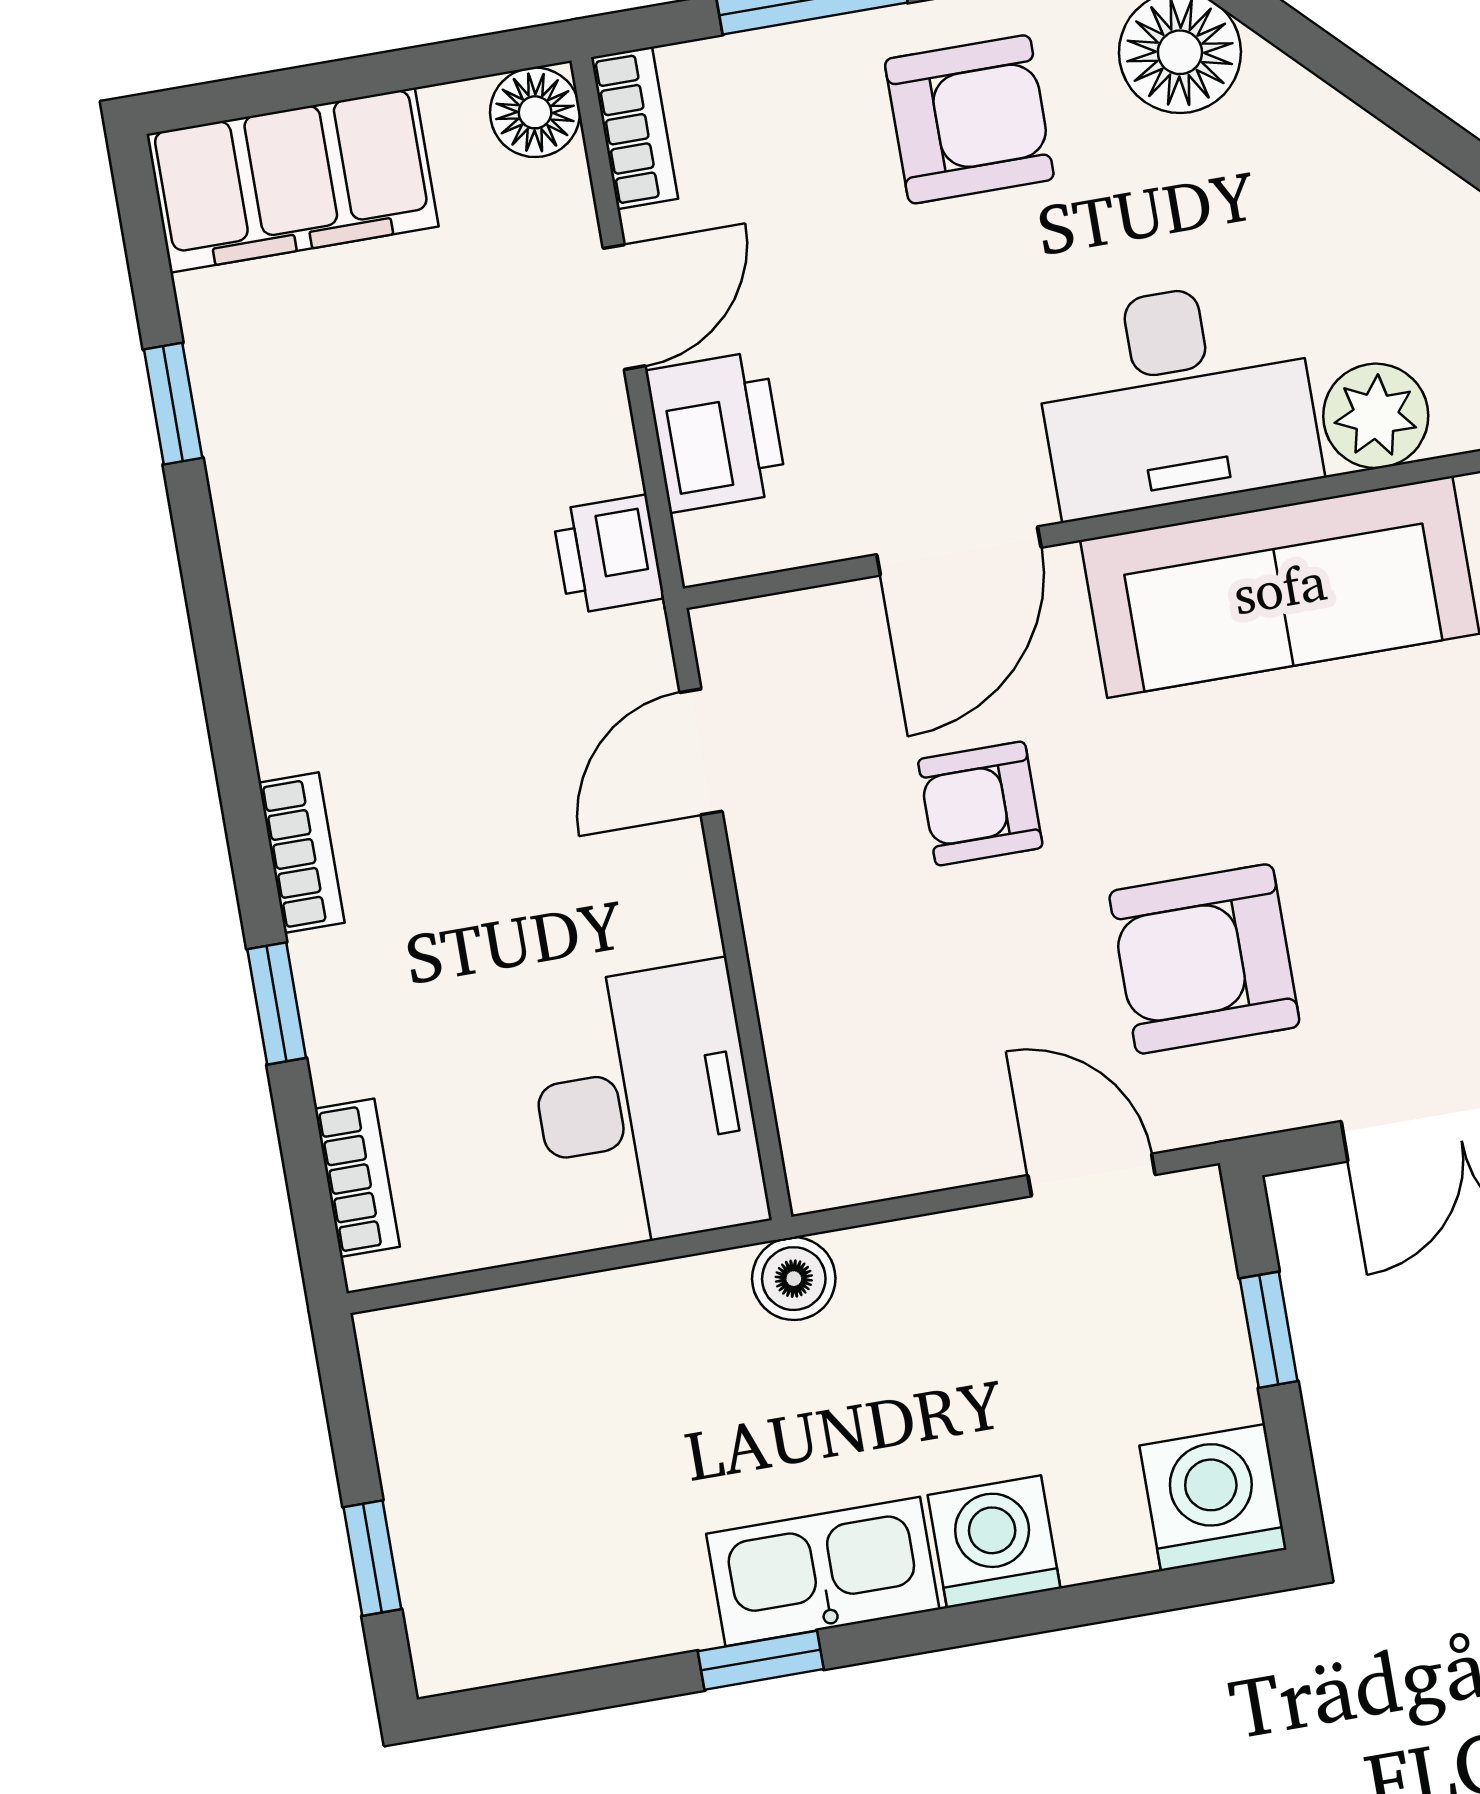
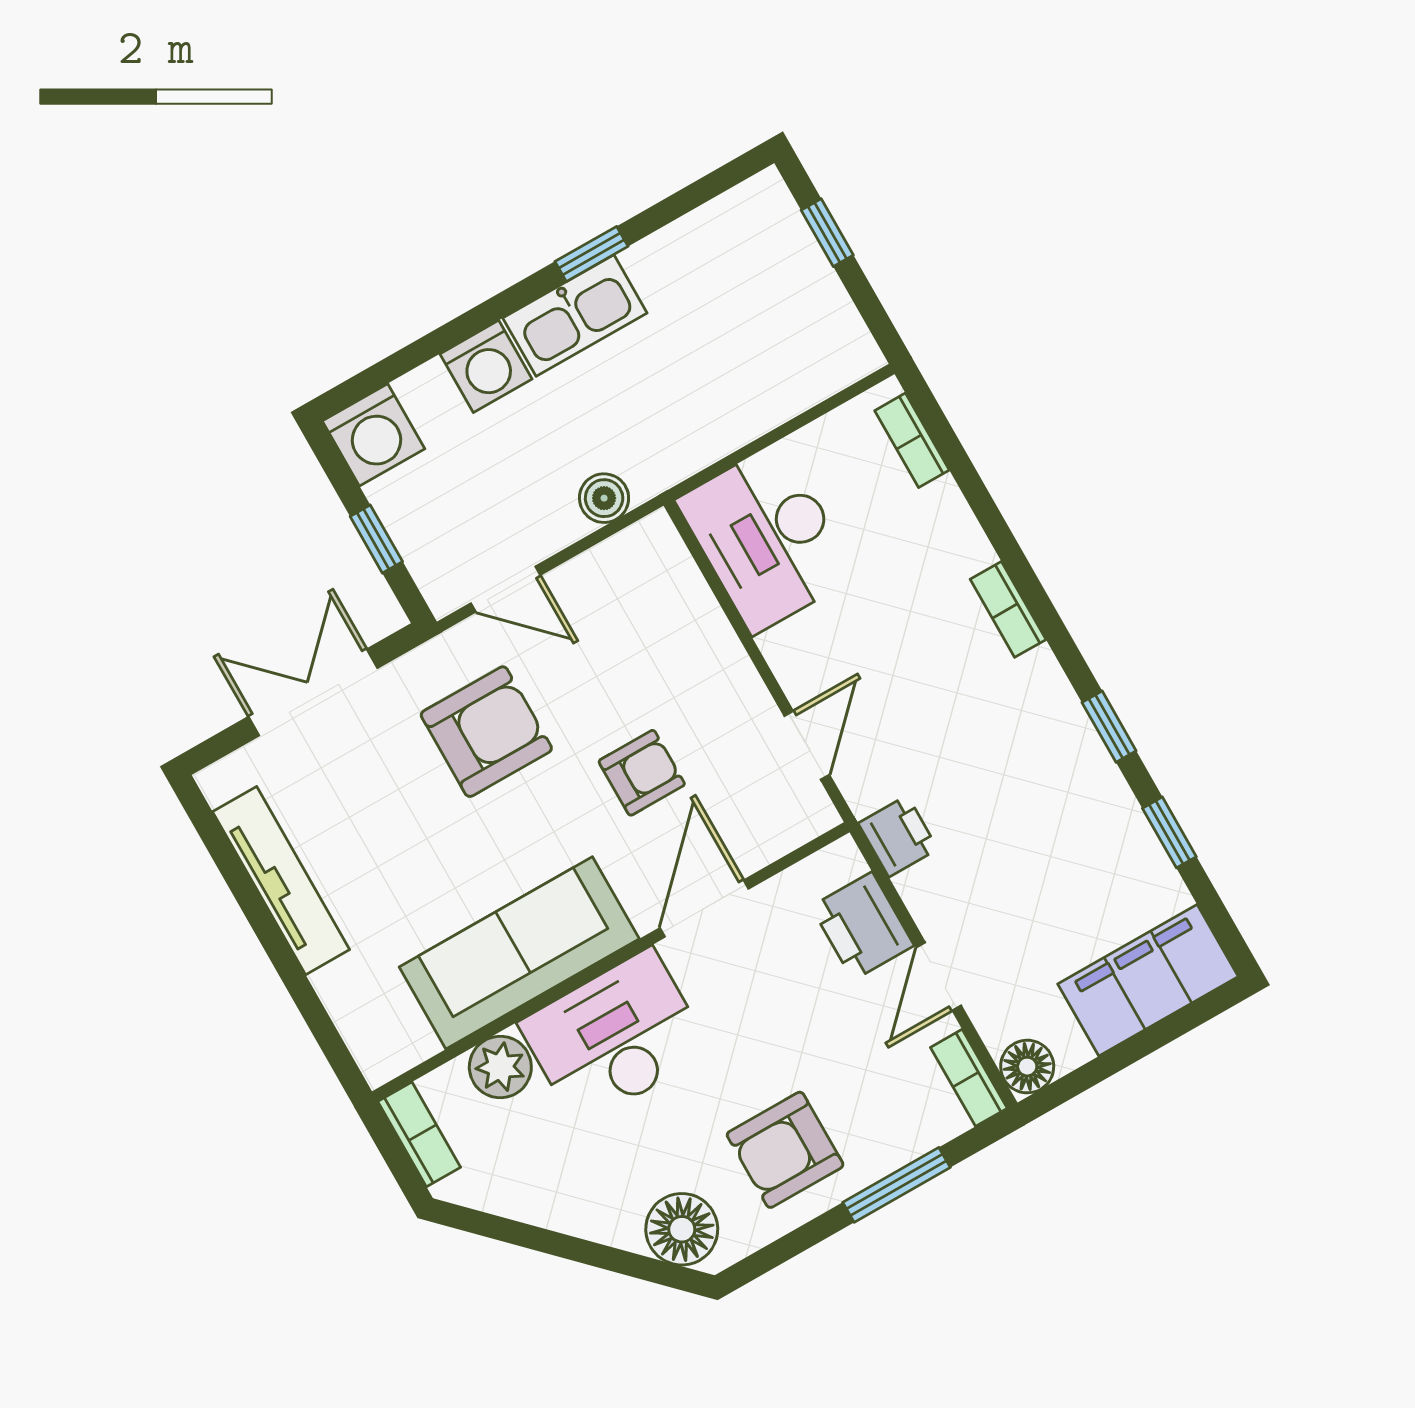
window: (277, 1004) -> (1109, 727), moved
boiler: (794, 1279) -> (604, 498), moved

